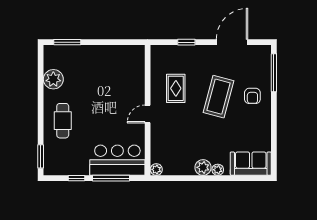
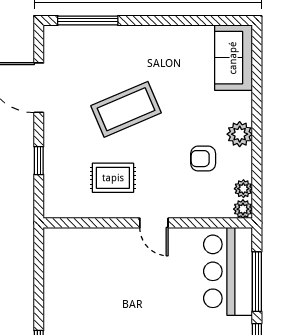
armchair: (252, 96) -> (203, 159), moved, turned 180
coffee table: (218, 97) -> (126, 109), turned -38
plant: (218, 170) -> (243, 189), moved

